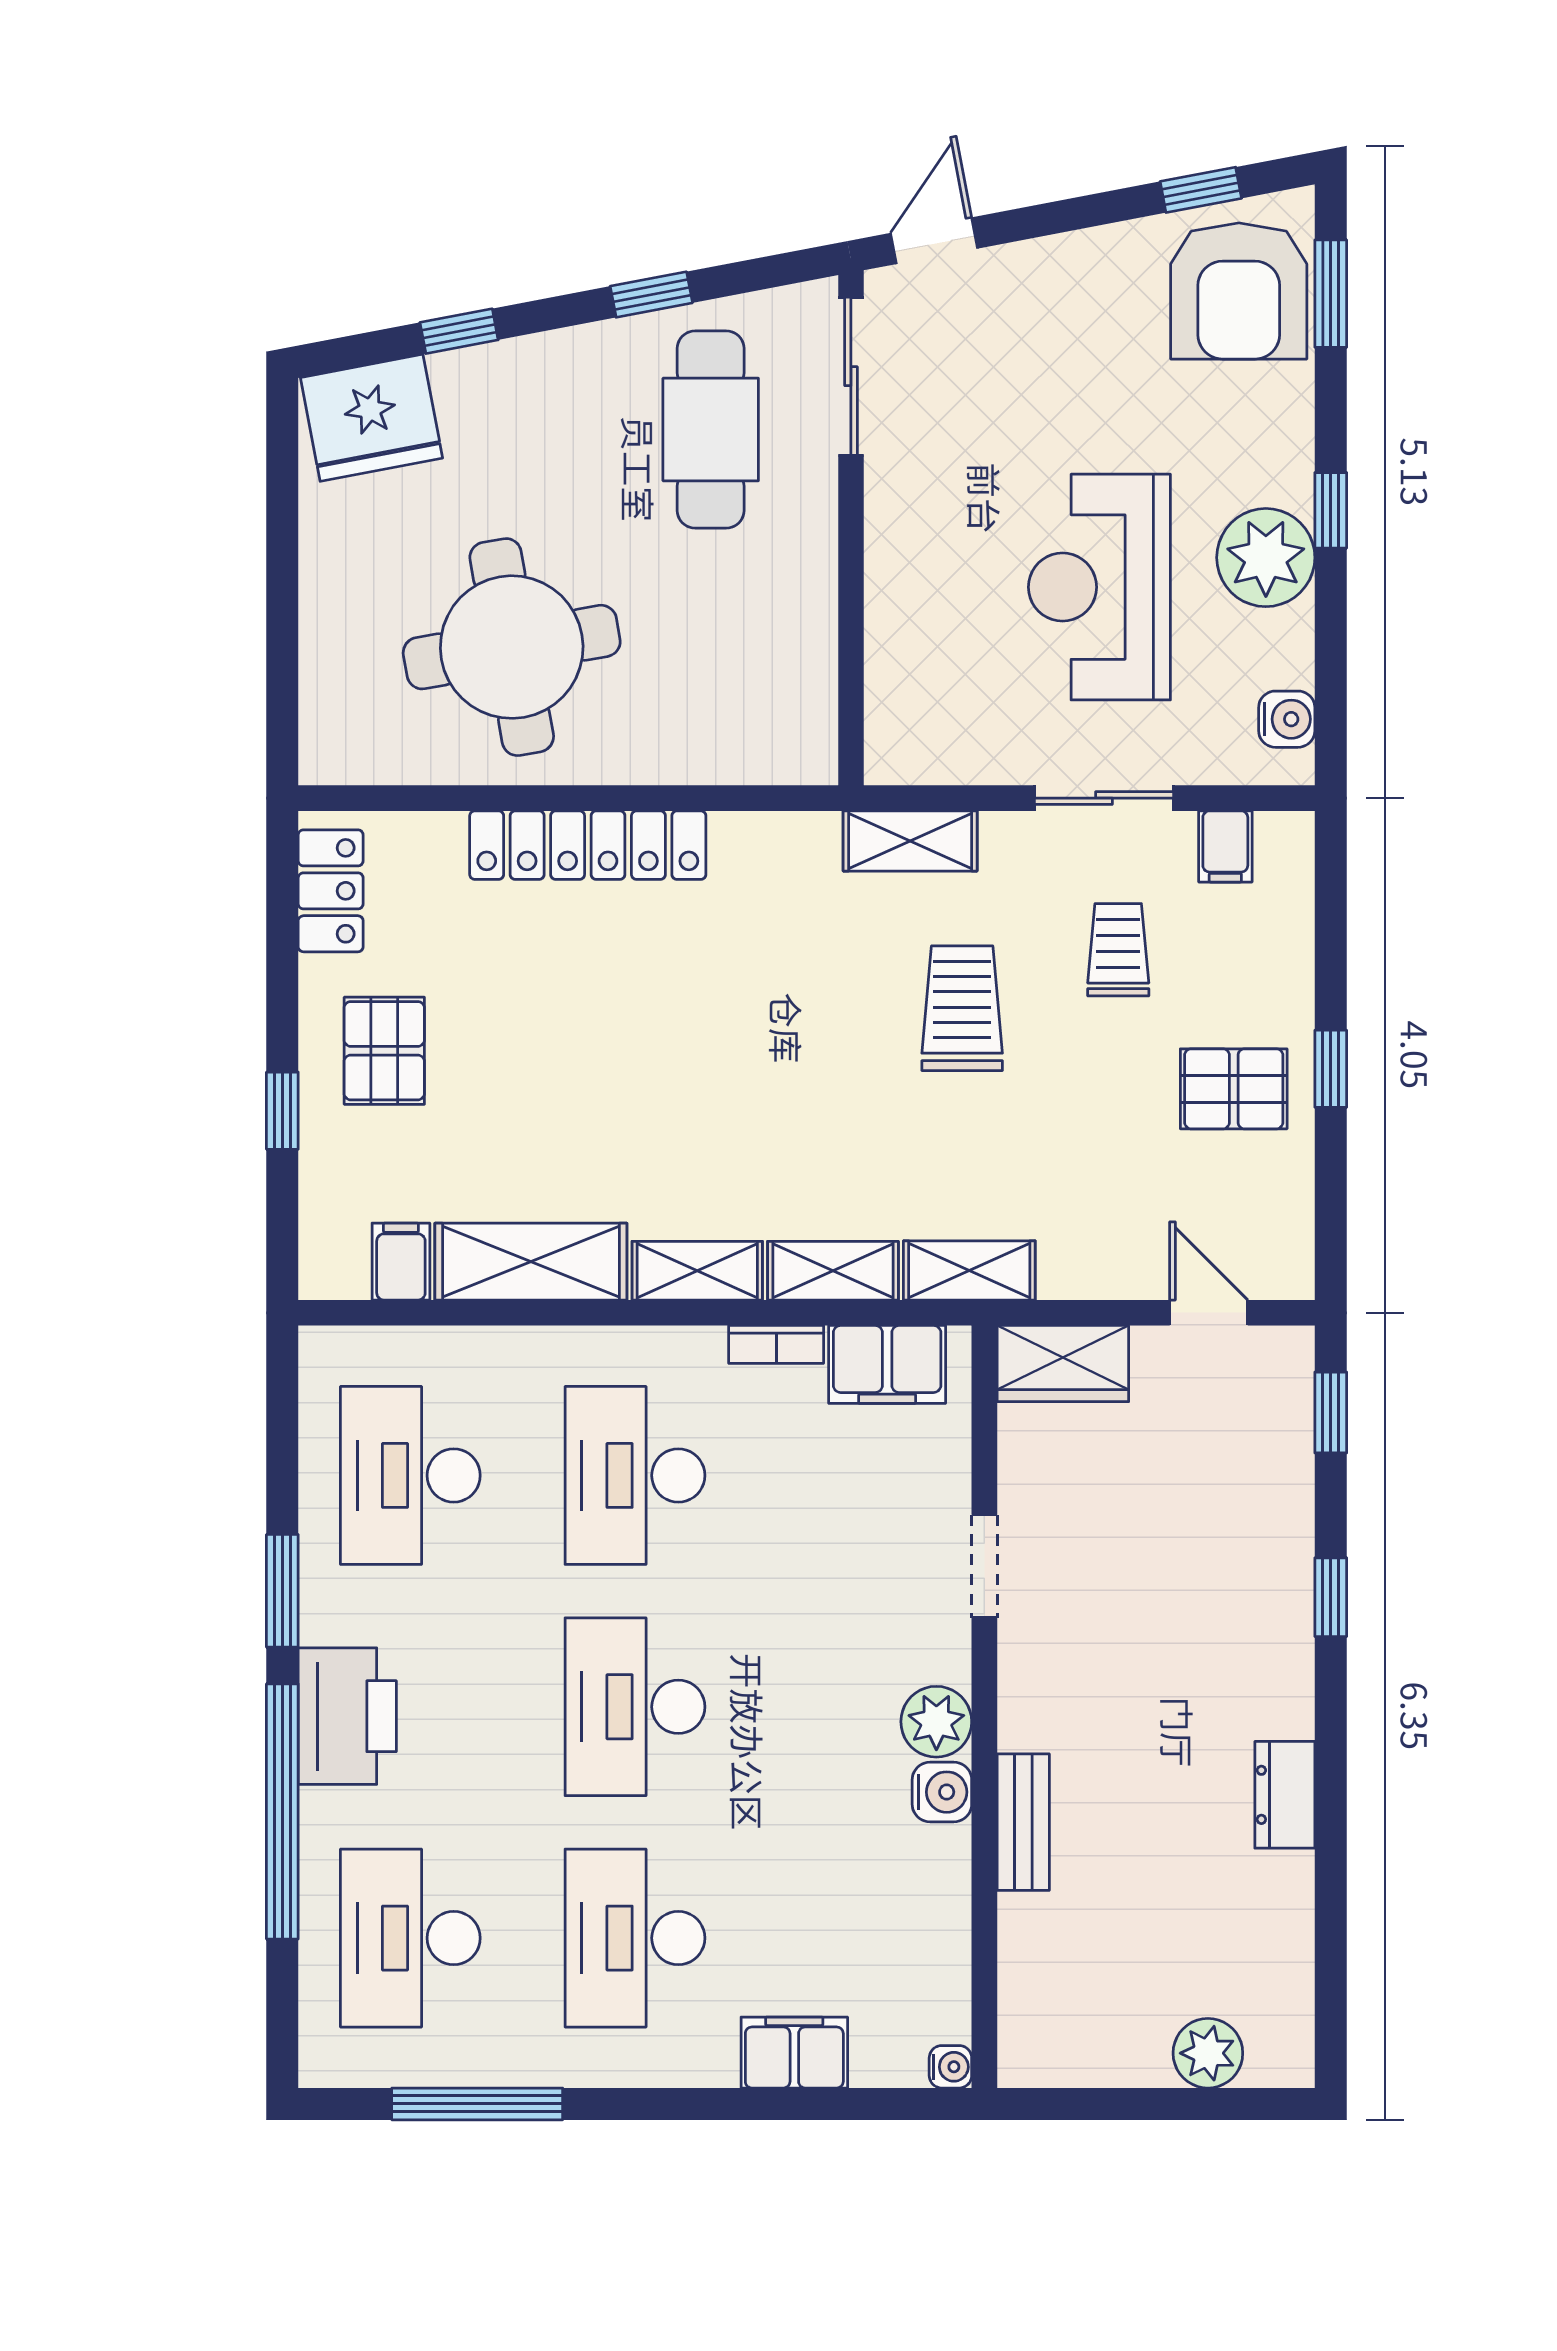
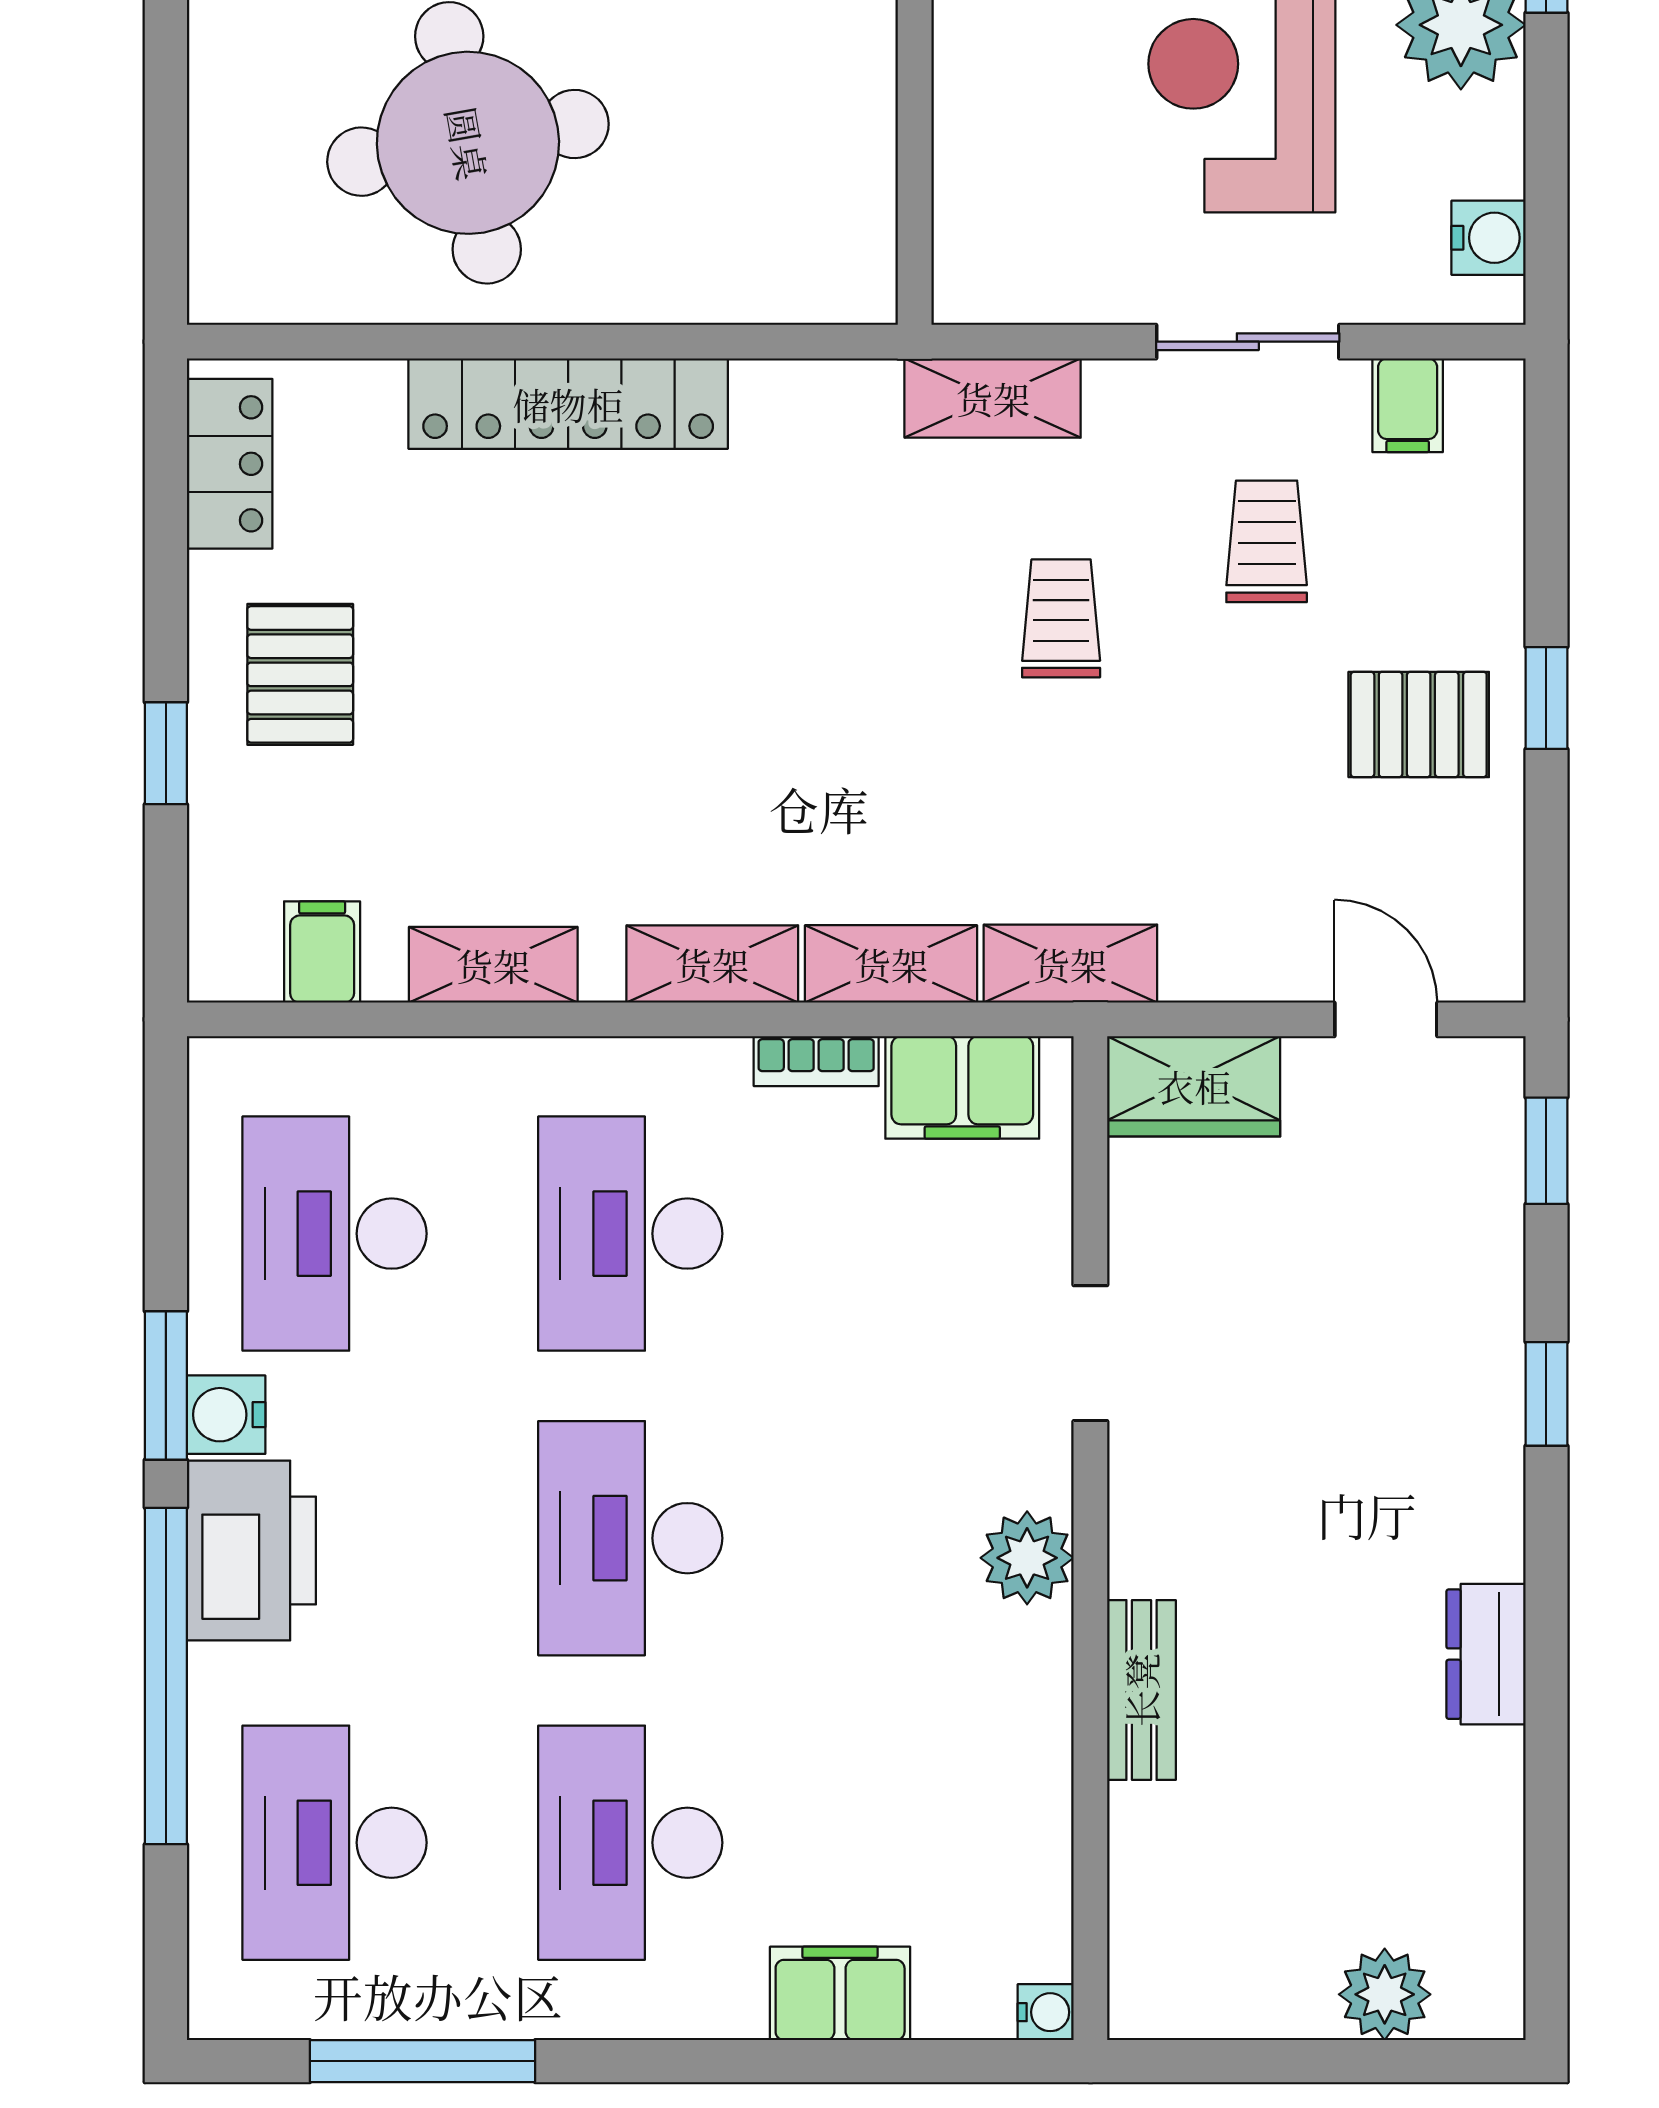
trolley: (962, 1008) -> (1061, 618), width x0.73, depth x0.72
shelving: (531, 1262) -> (493, 965), width x0.67, depth x0.75
water cooler: (942, 1792) -> (226, 1415), moved, turned 180

